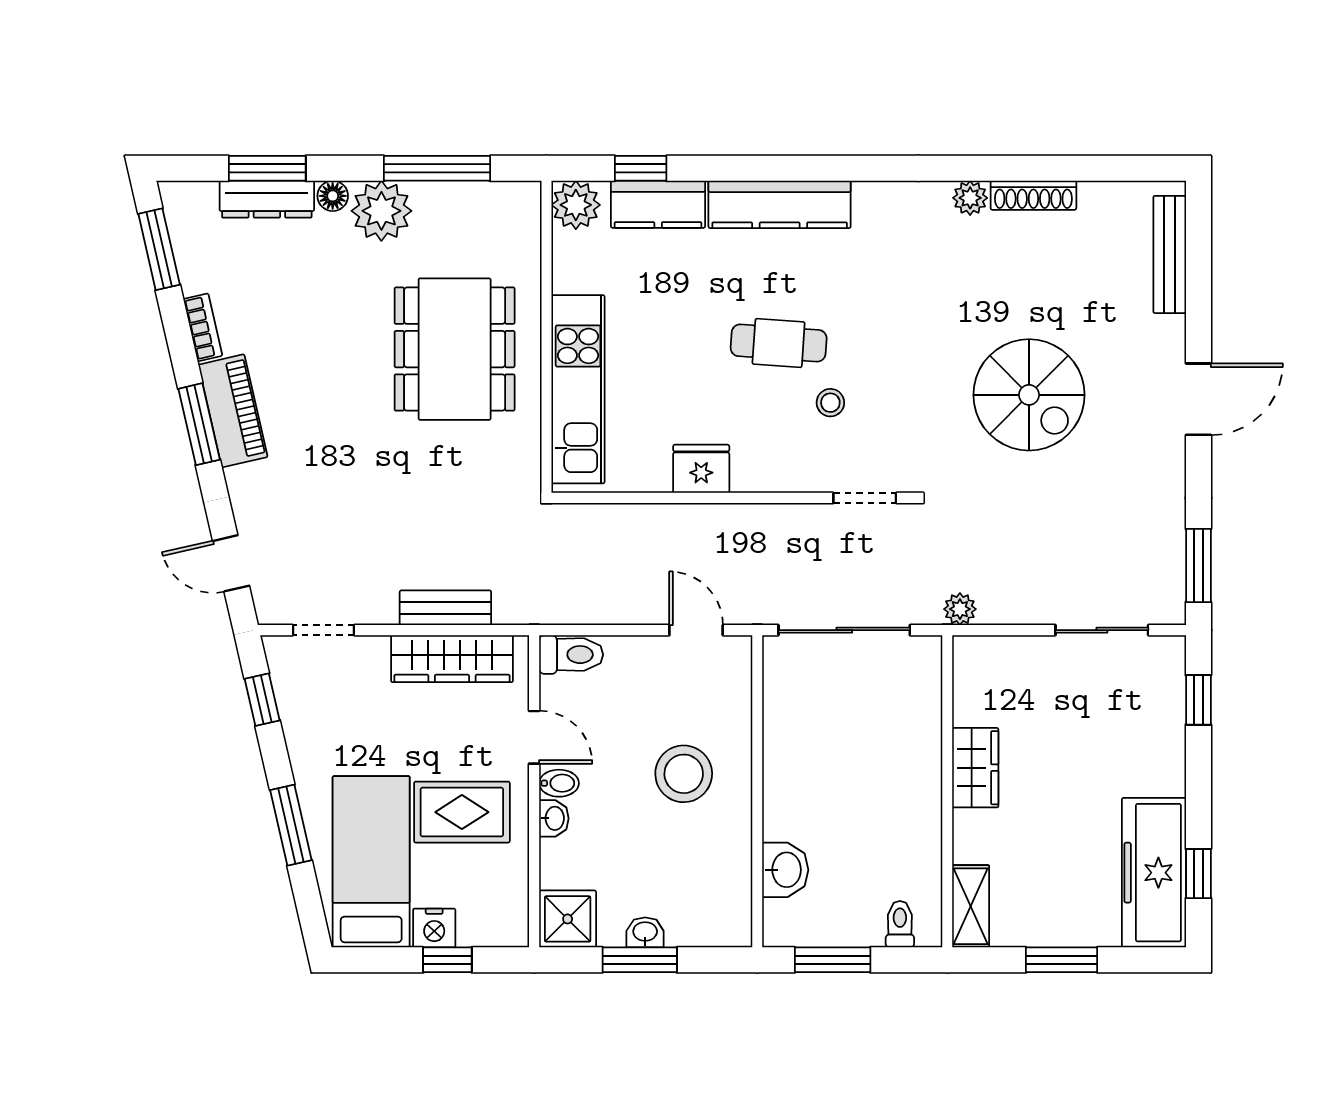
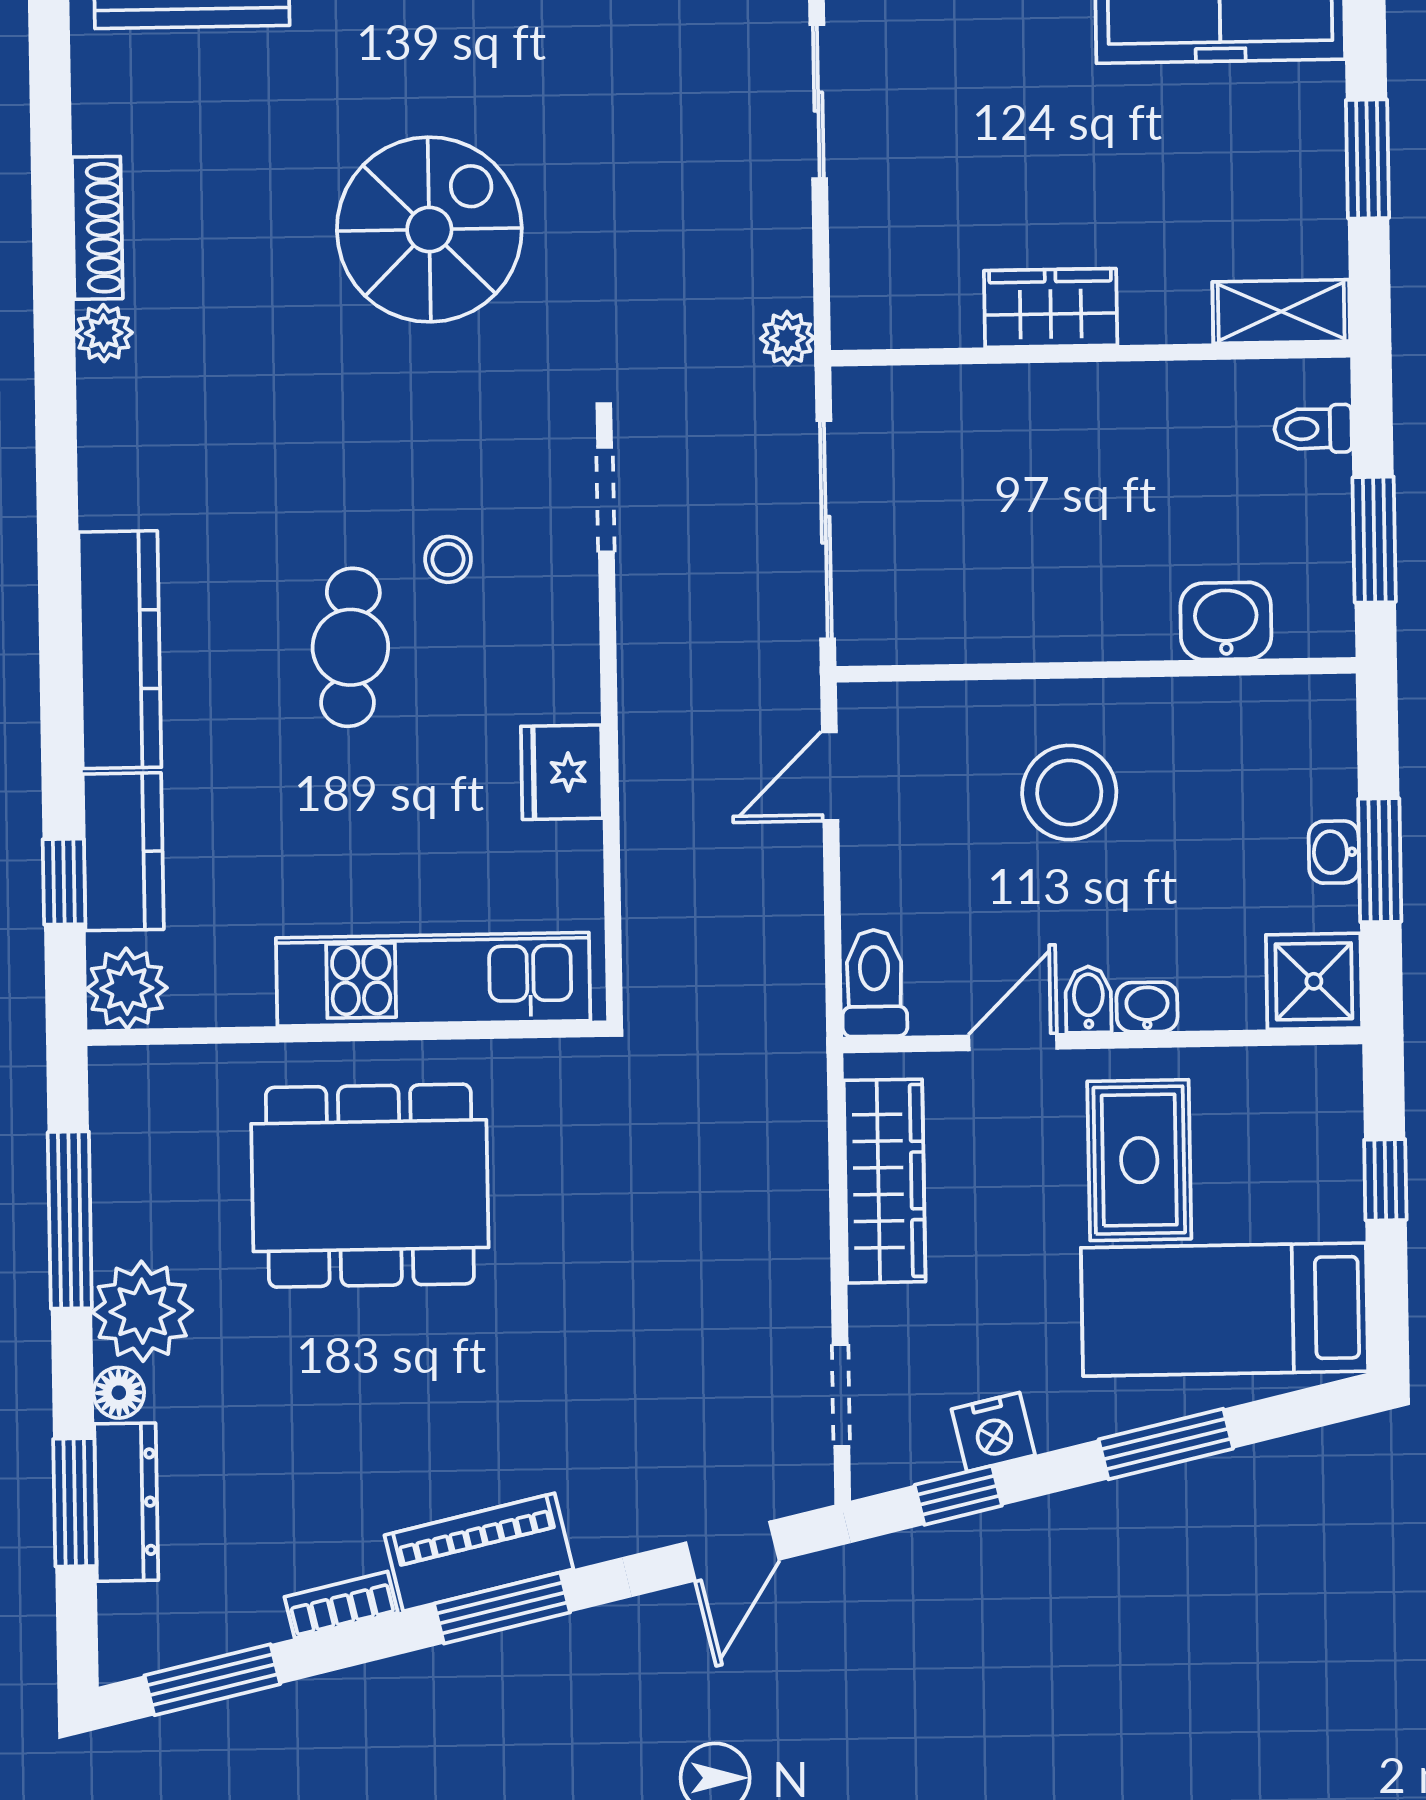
bench: (445, 608) -> (800, 1193), removed
nightstand: (434, 928) -> (993, 1432), moved, turned 77

